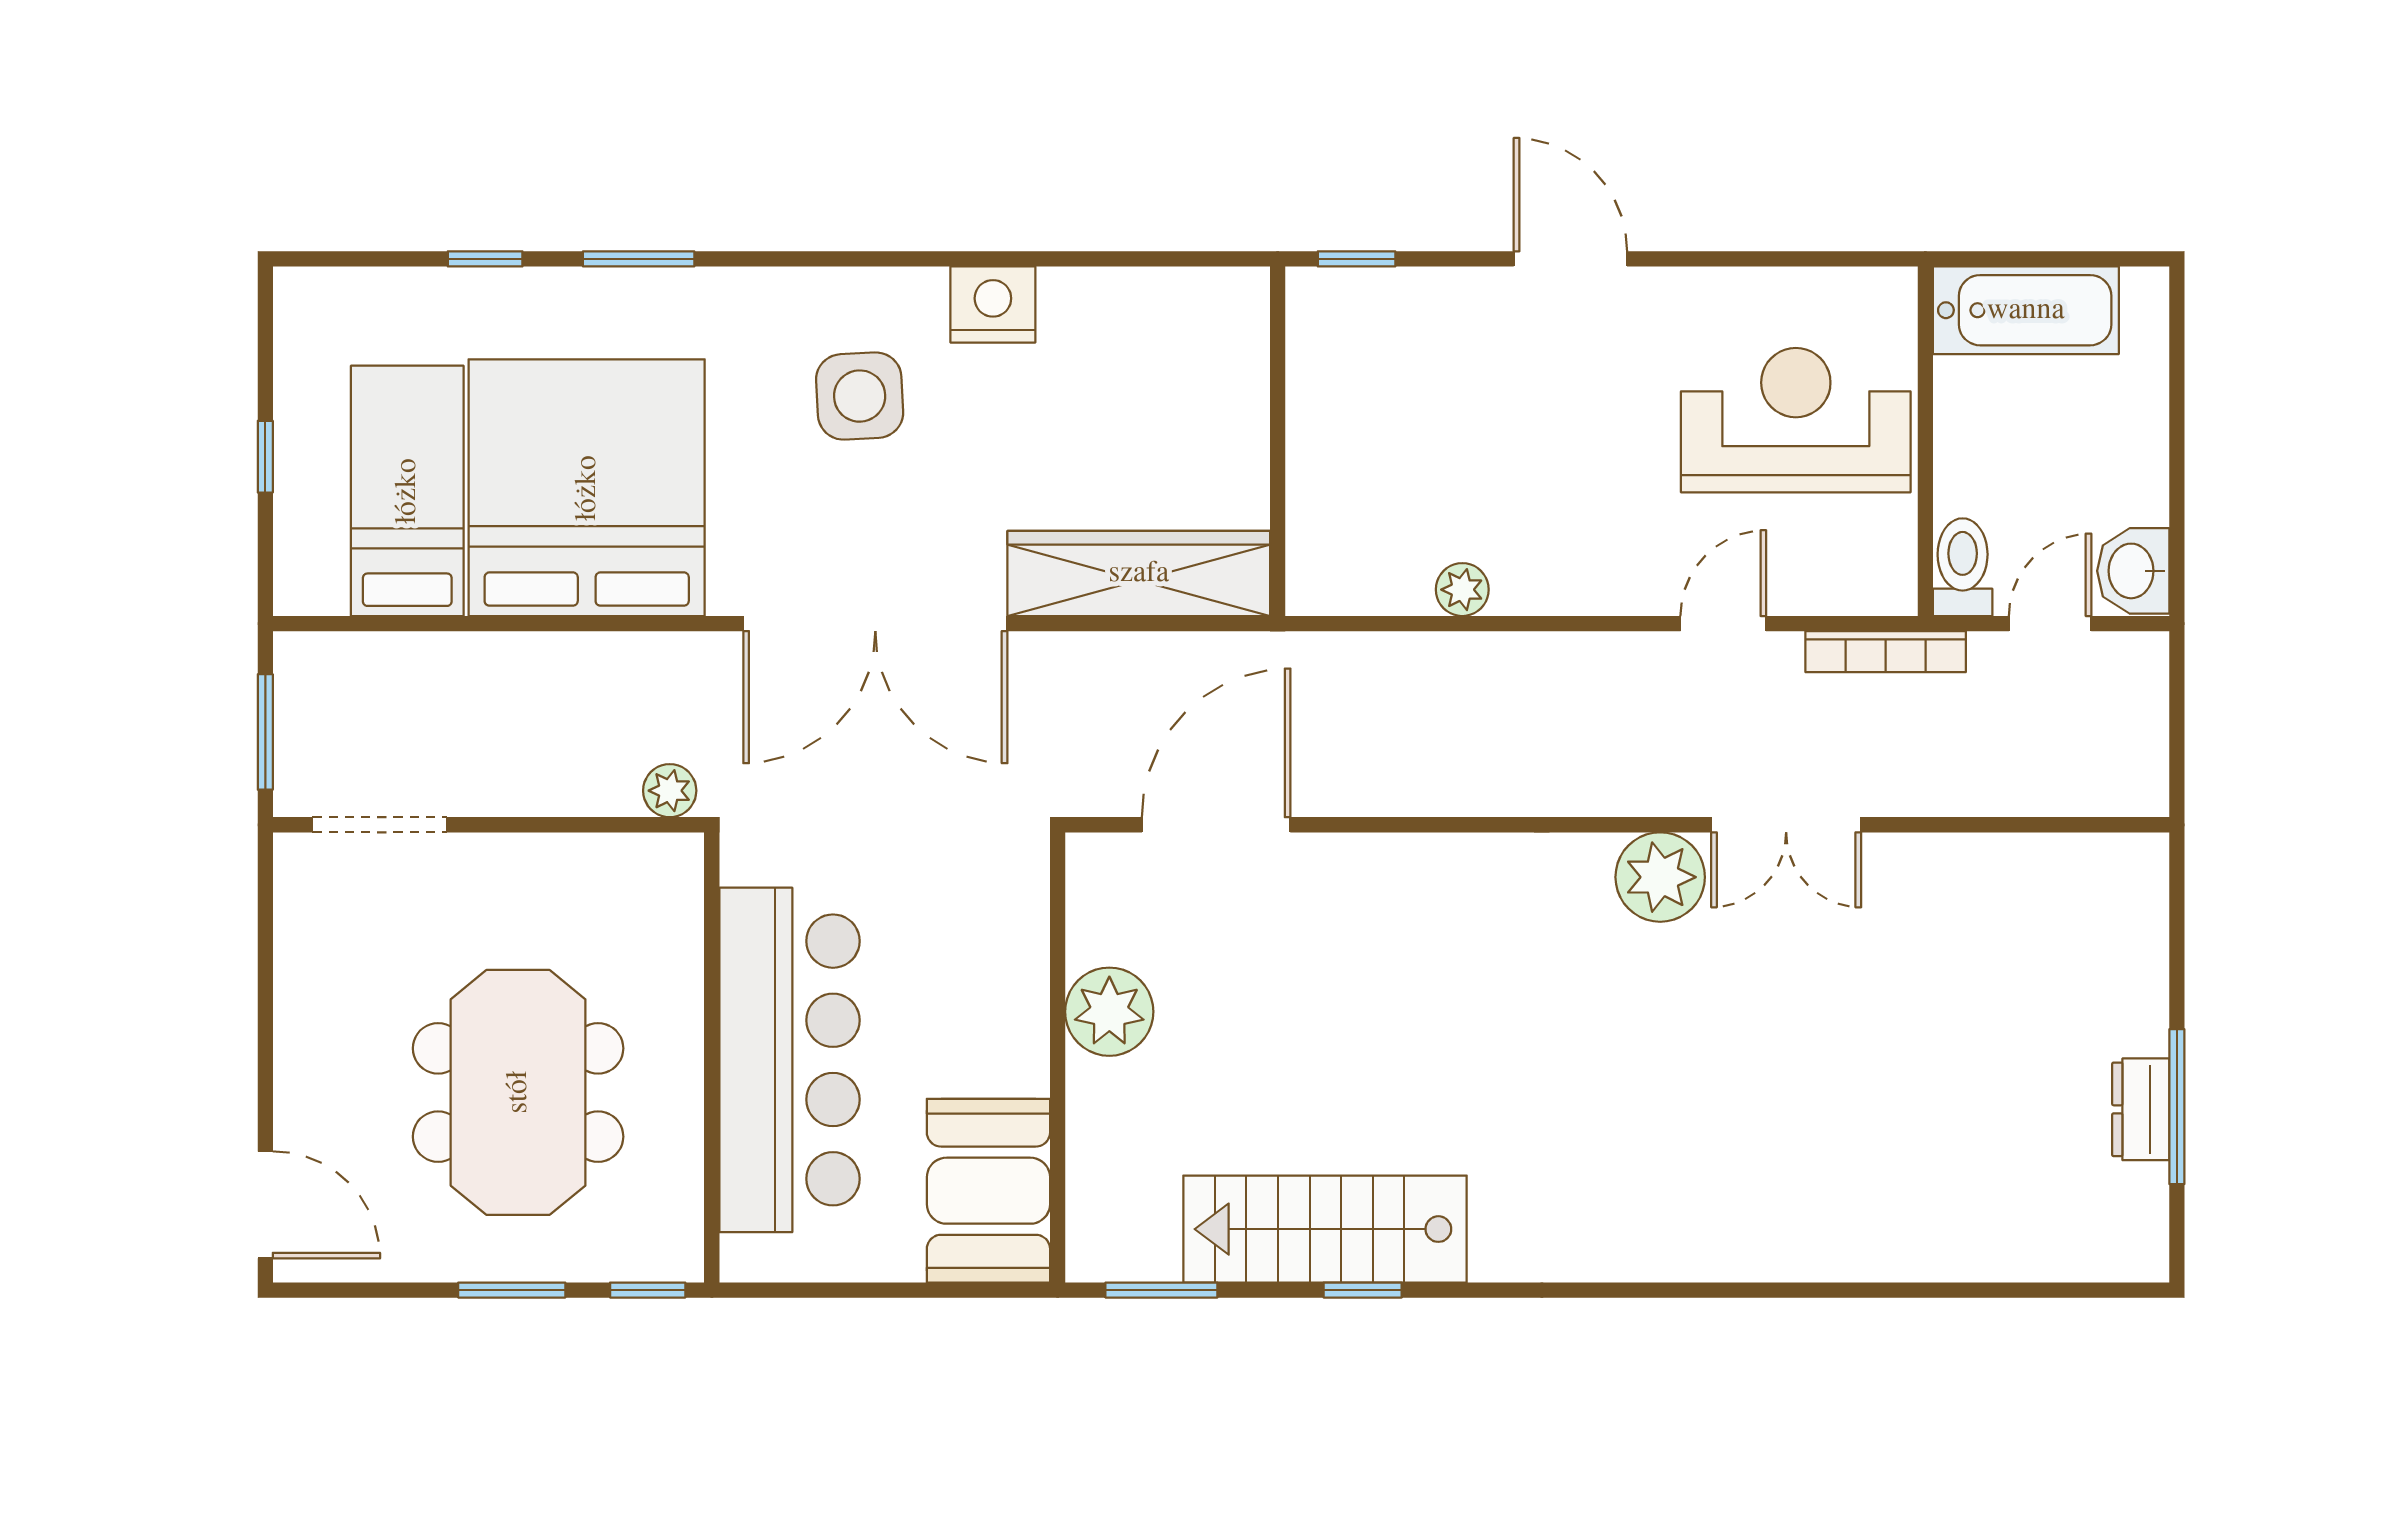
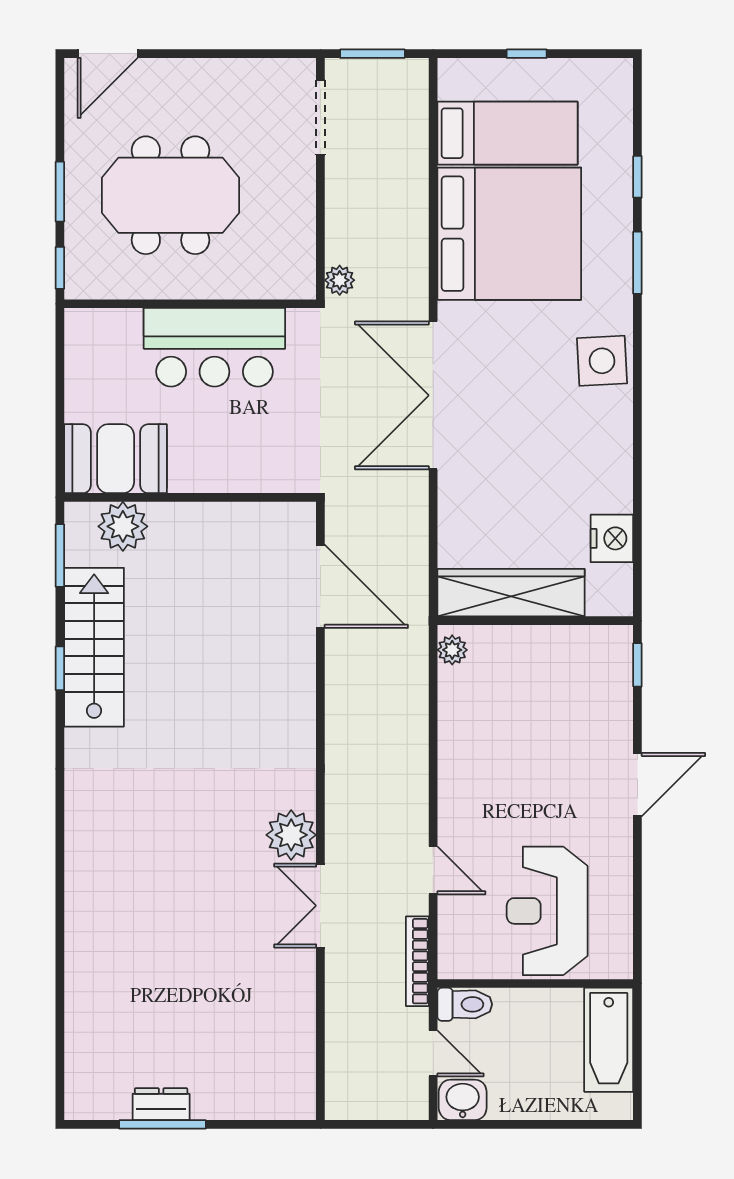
nightstand: (993, 304) -> (612, 538), moved
side table: (860, 396) -> (602, 361), moved
reception desk: (1796, 420) -> (547, 911), turned 180
wardrobe: (1139, 573) -> (511, 593), moved, turned -90
plant: (1462, 590) -> (452, 650), moved
plant: (1109, 1012) -> (123, 526), moved
bar counter: (789, 1060) -> (214, 347), width x0.73

